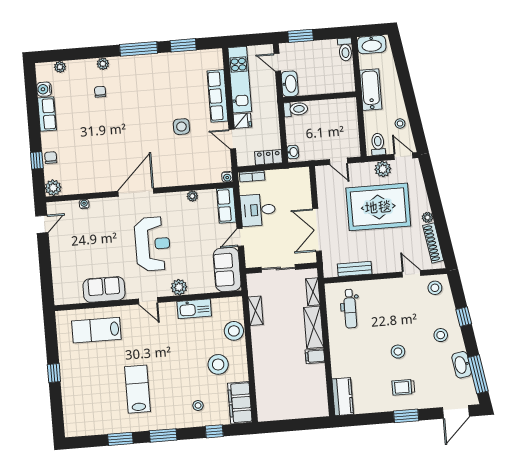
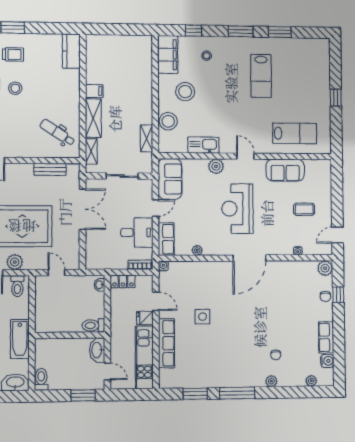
coffee table: (80, 249) -> (304, 209), added
dental chair: (350, 309) -> (57, 133), turned -57

